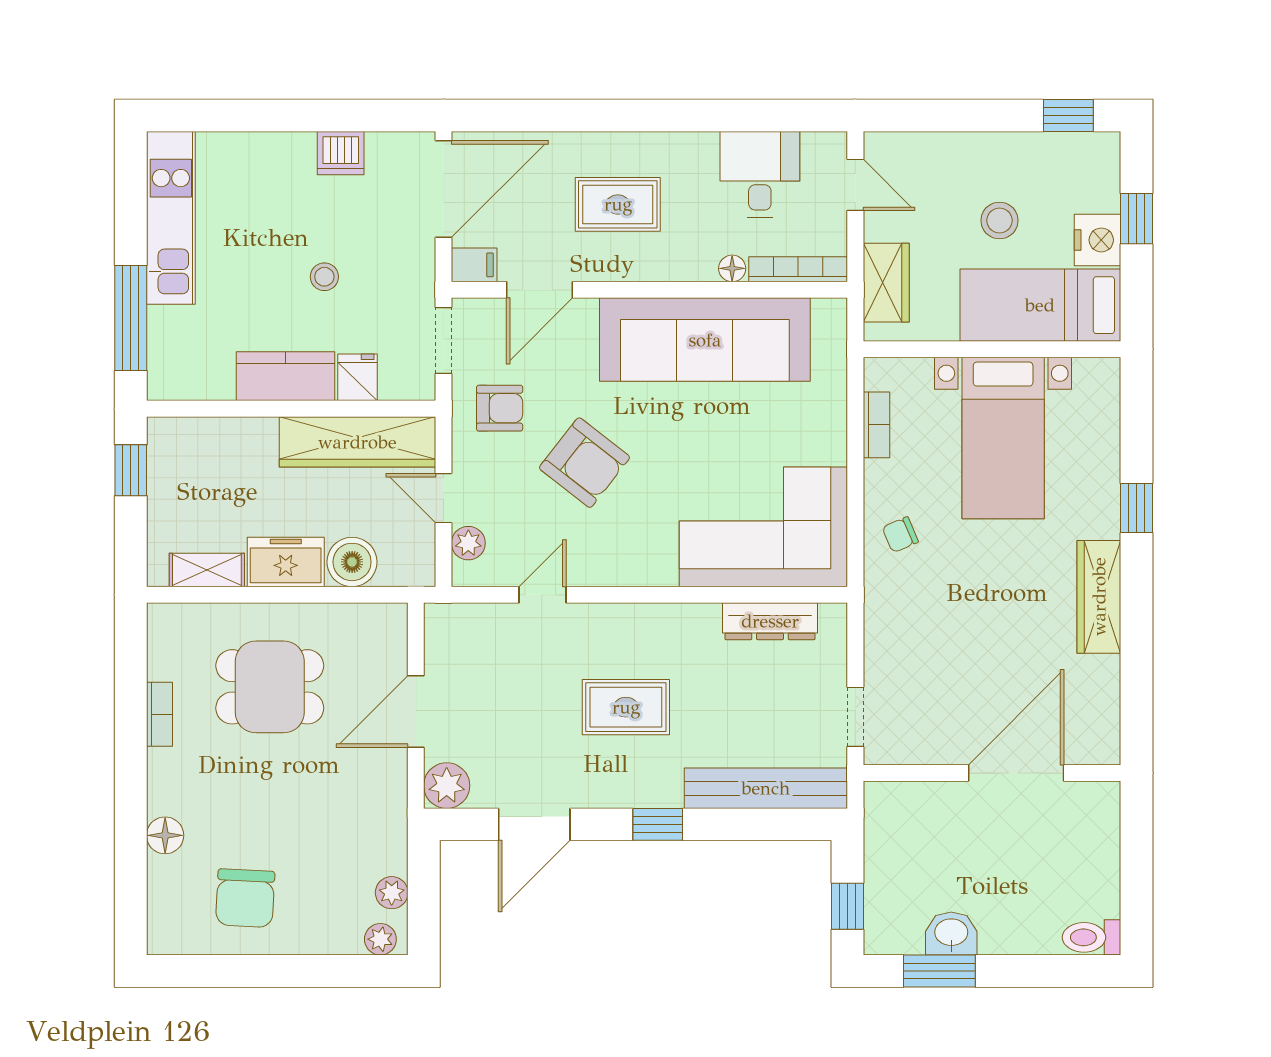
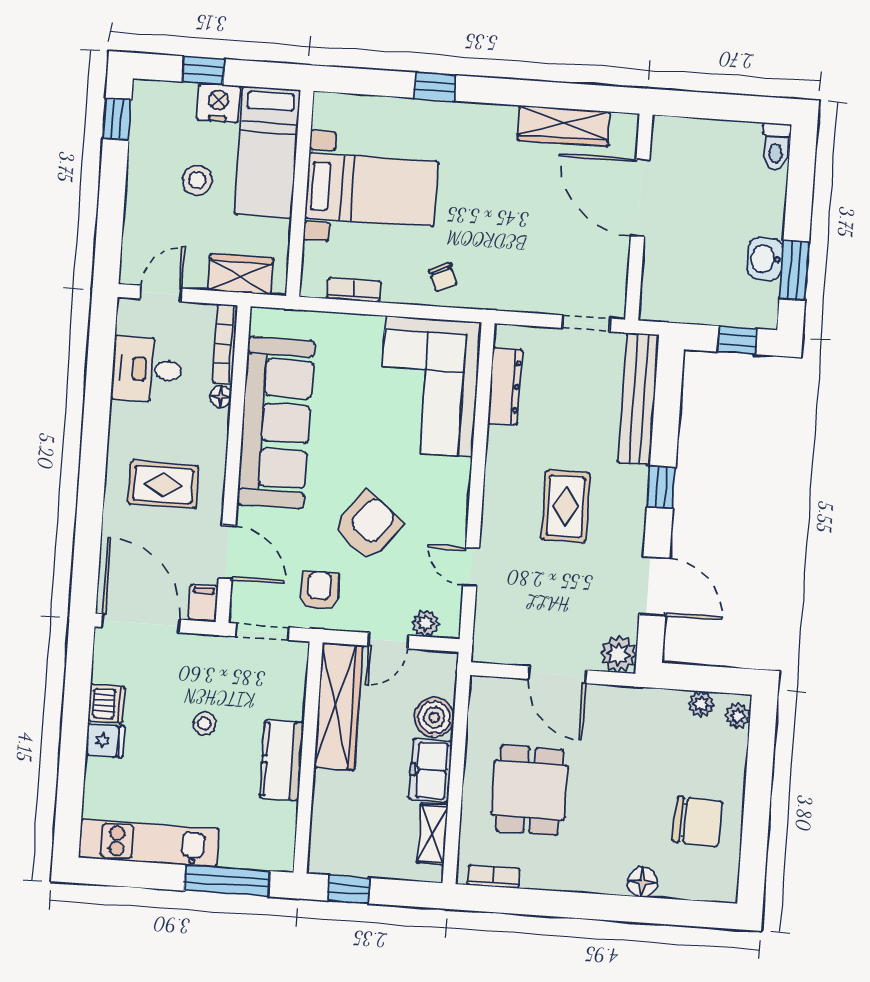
rug: (618, 204) -> (163, 485), turned 90
fridge: (357, 377) -> (105, 740), moved, turned 180
wardrobe: (1099, 597) -> (564, 126), moved
bookcase: (159, 714) -> (494, 876), moved

